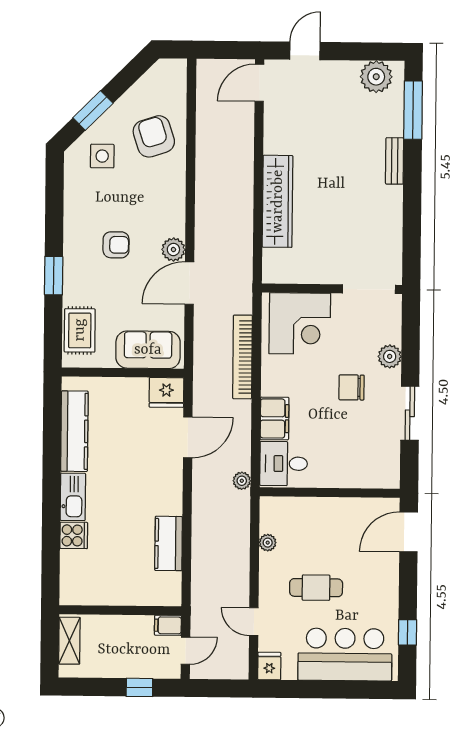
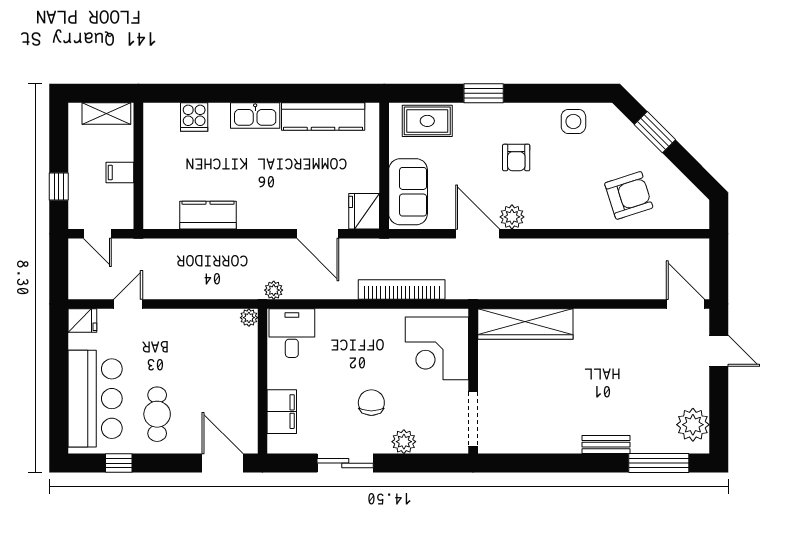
side table: (102, 156) -> (573, 121), moved
wardrobe: (278, 201) -> (525, 324), moved
filing cabinet: (275, 418) -> (282, 412), moved, turned -90
cooker: (74, 535) -> (194, 117), moved
plant: (268, 543) -> (249, 318), moved
cafe table: (316, 588) -> (157, 414), moved
filing cabinet: (168, 625) -> (120, 173), moved, turned -90

